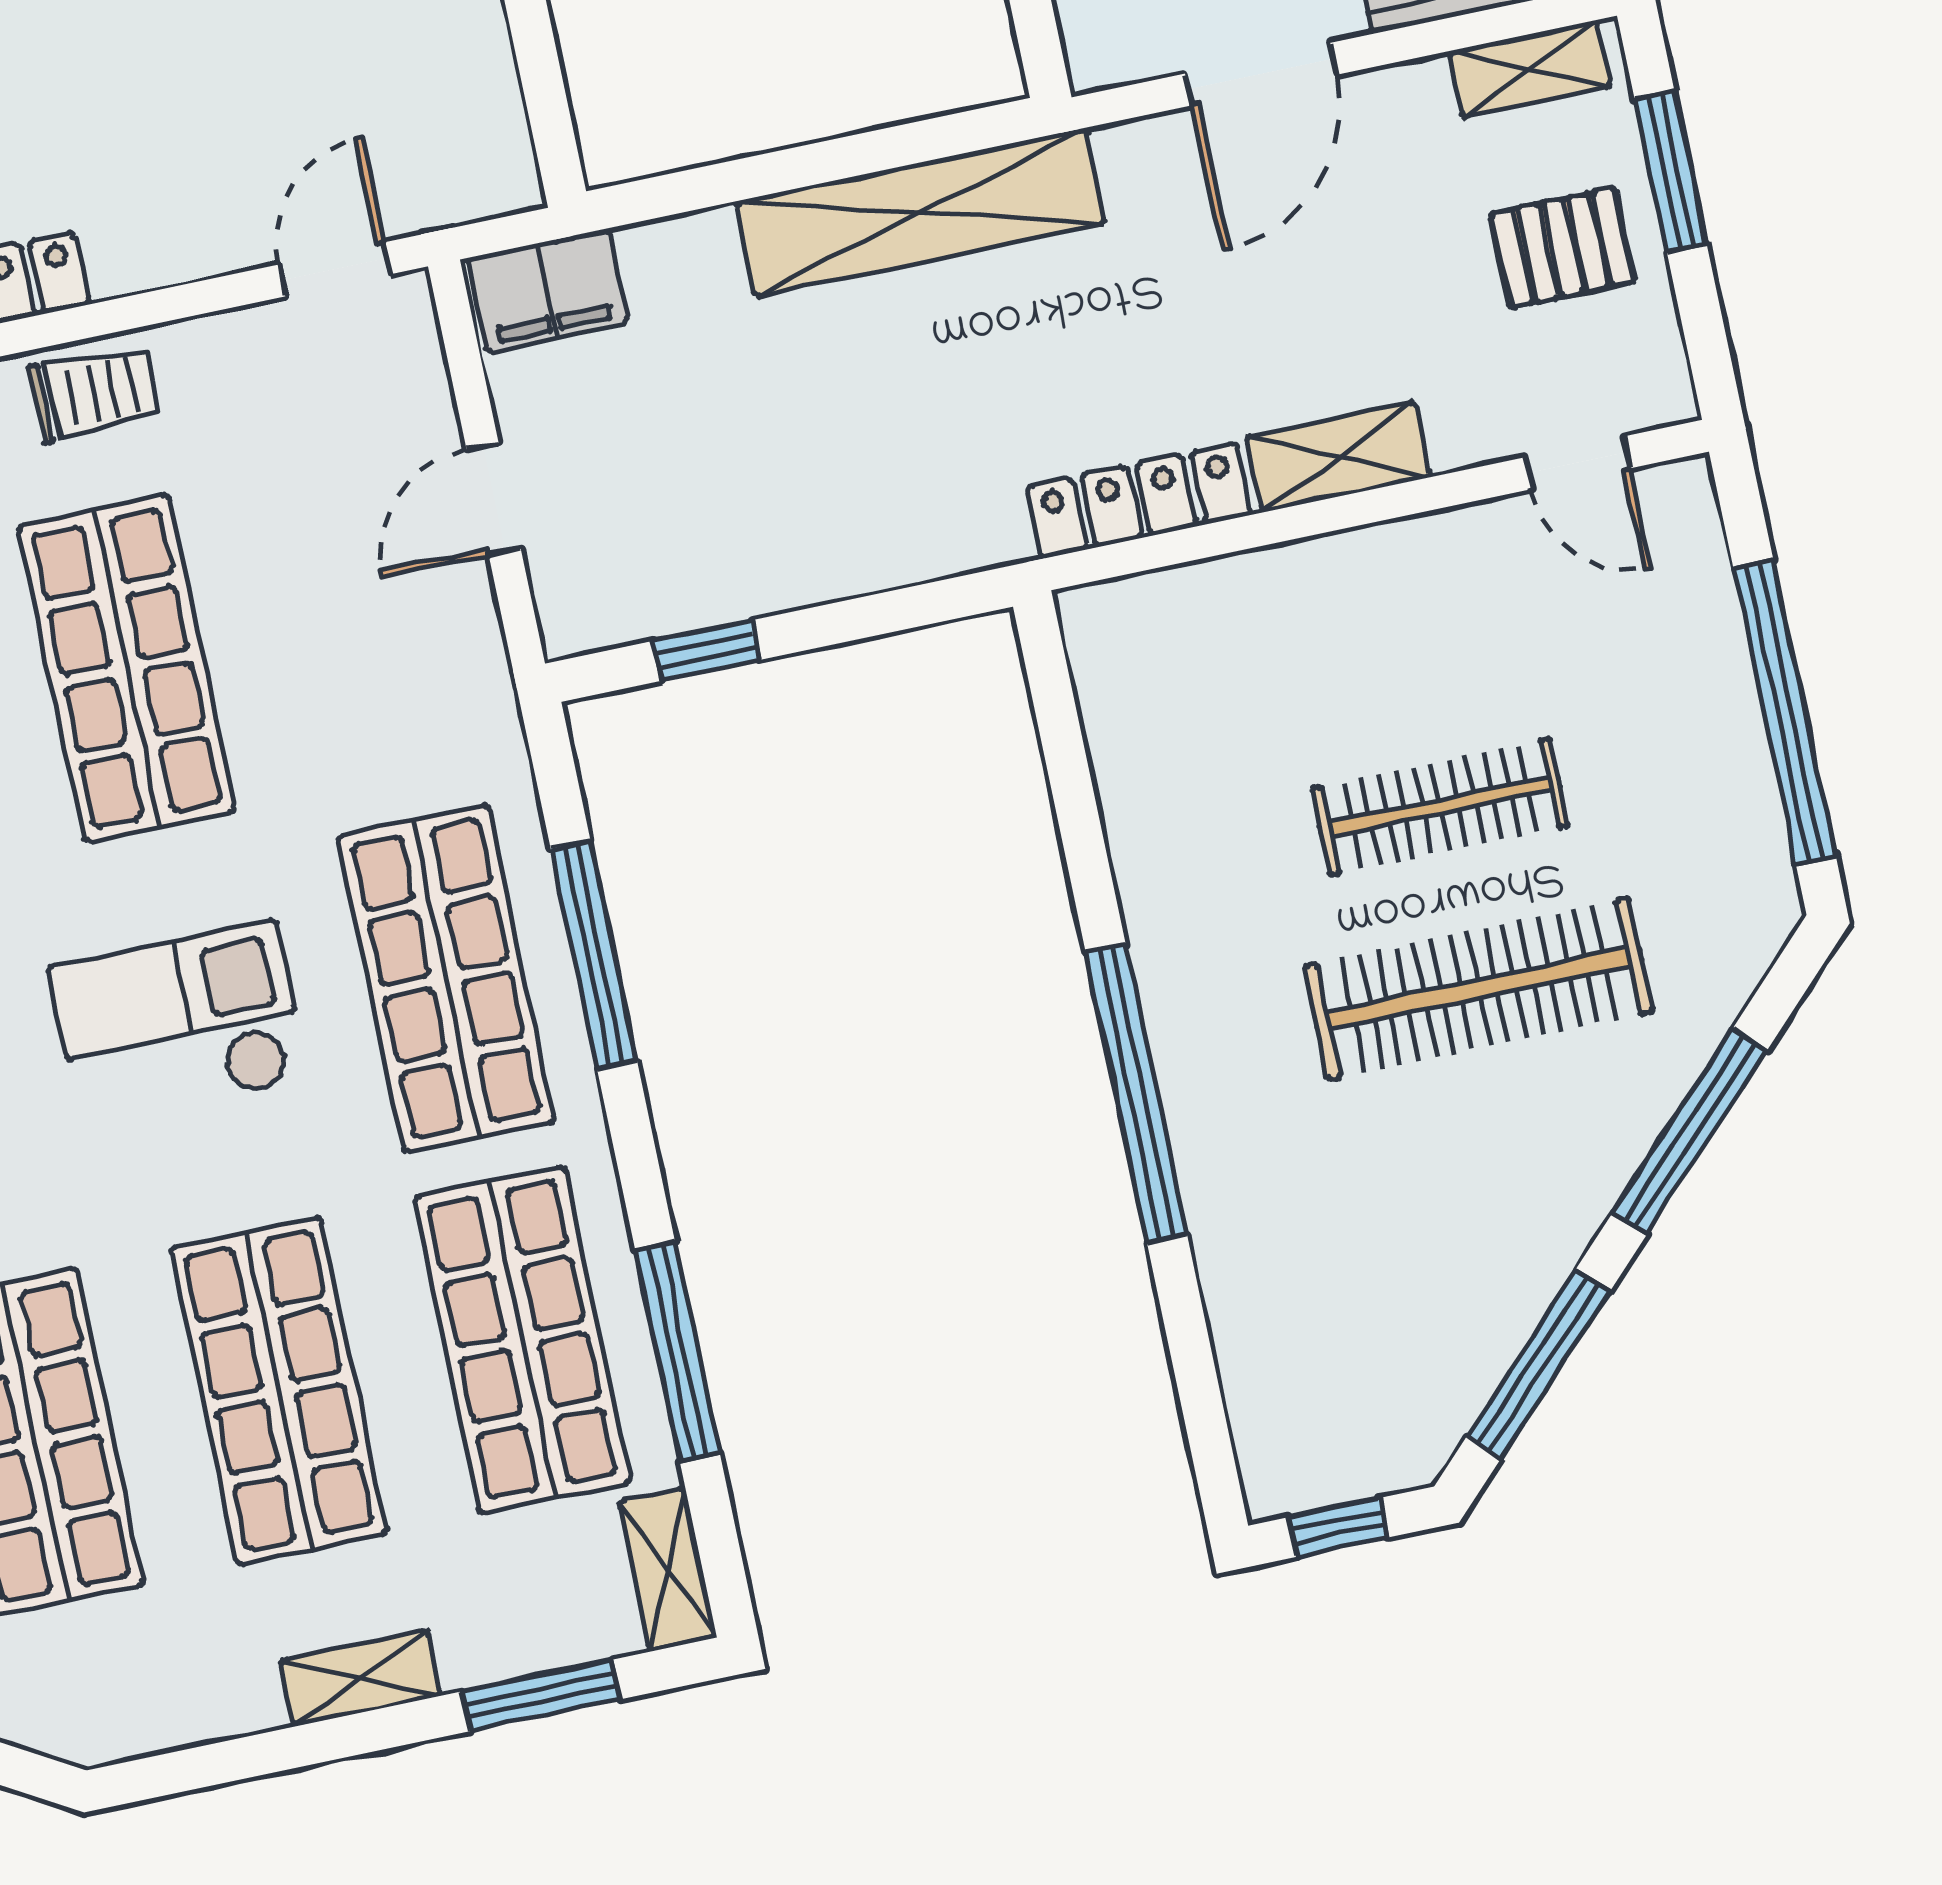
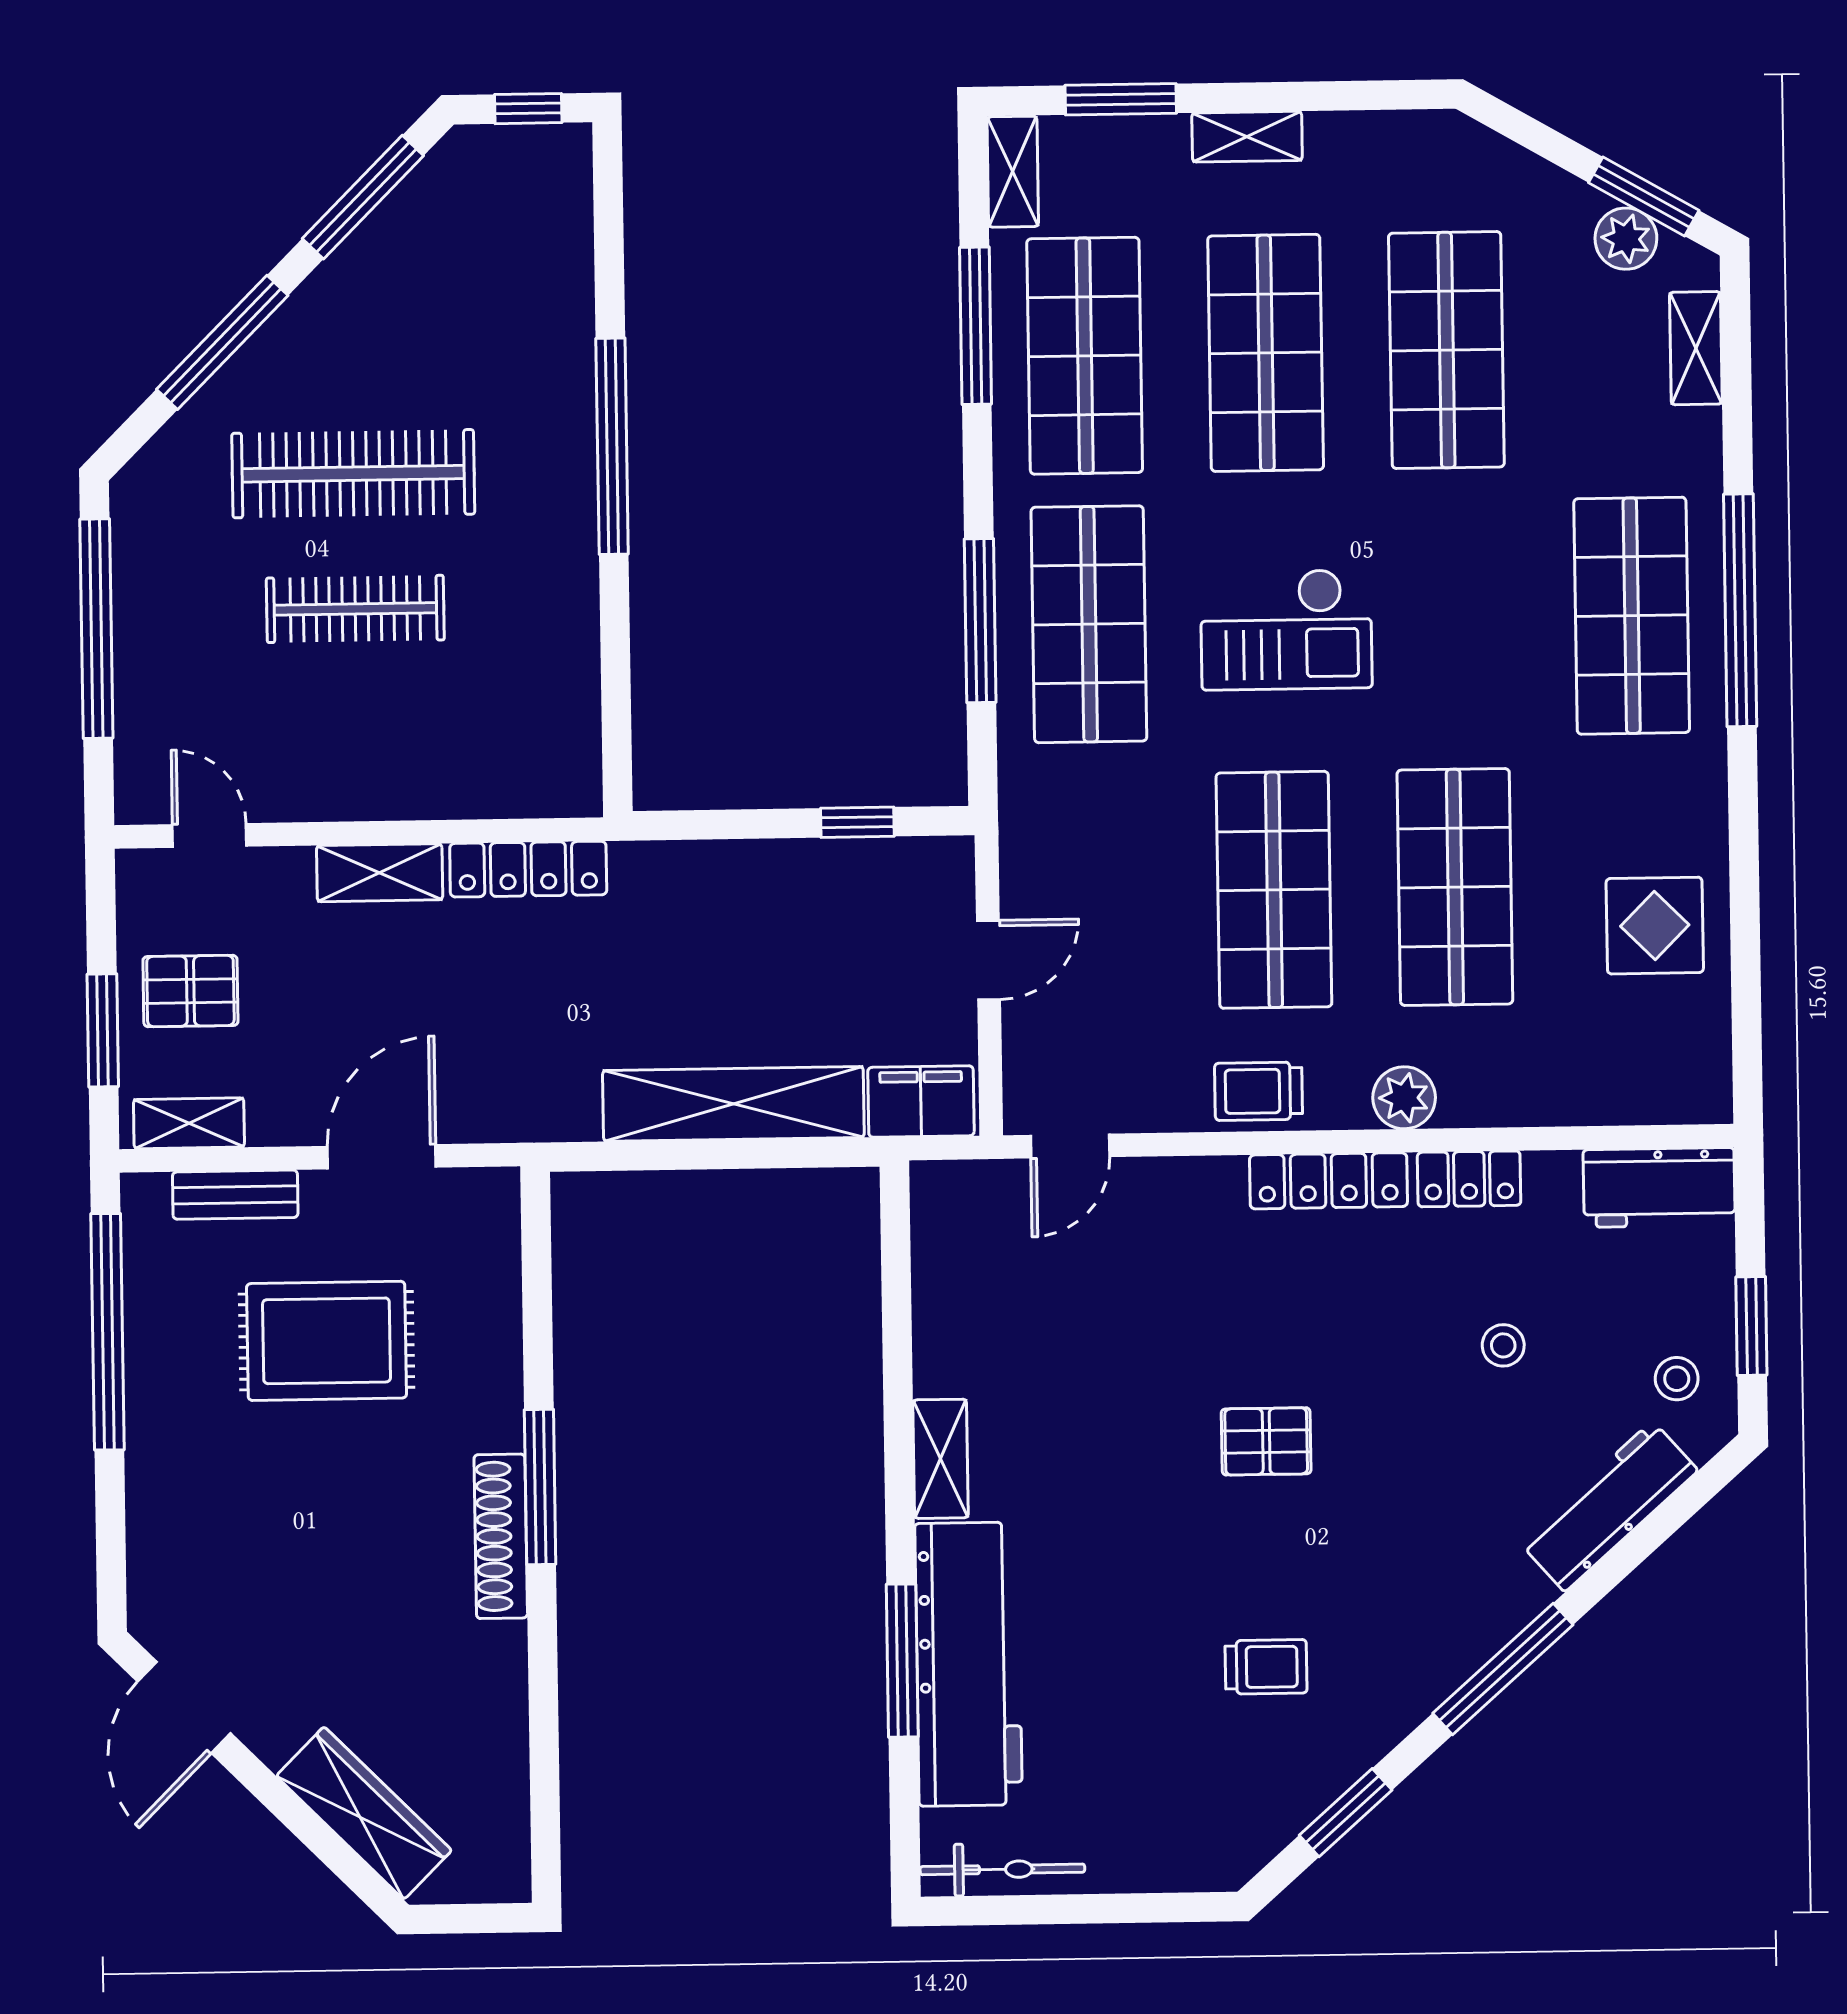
shelving: (920, 212) -> (733, 1104), moved

